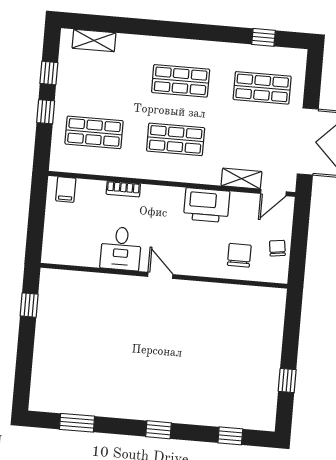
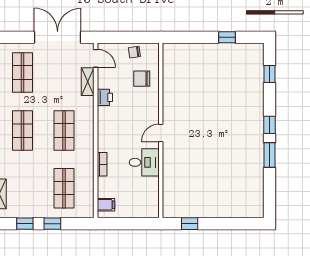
printer: (207, 205) -> (105, 97), width x0.53, depth x0.68
window: (77, 423) -> (270, 155), moved

